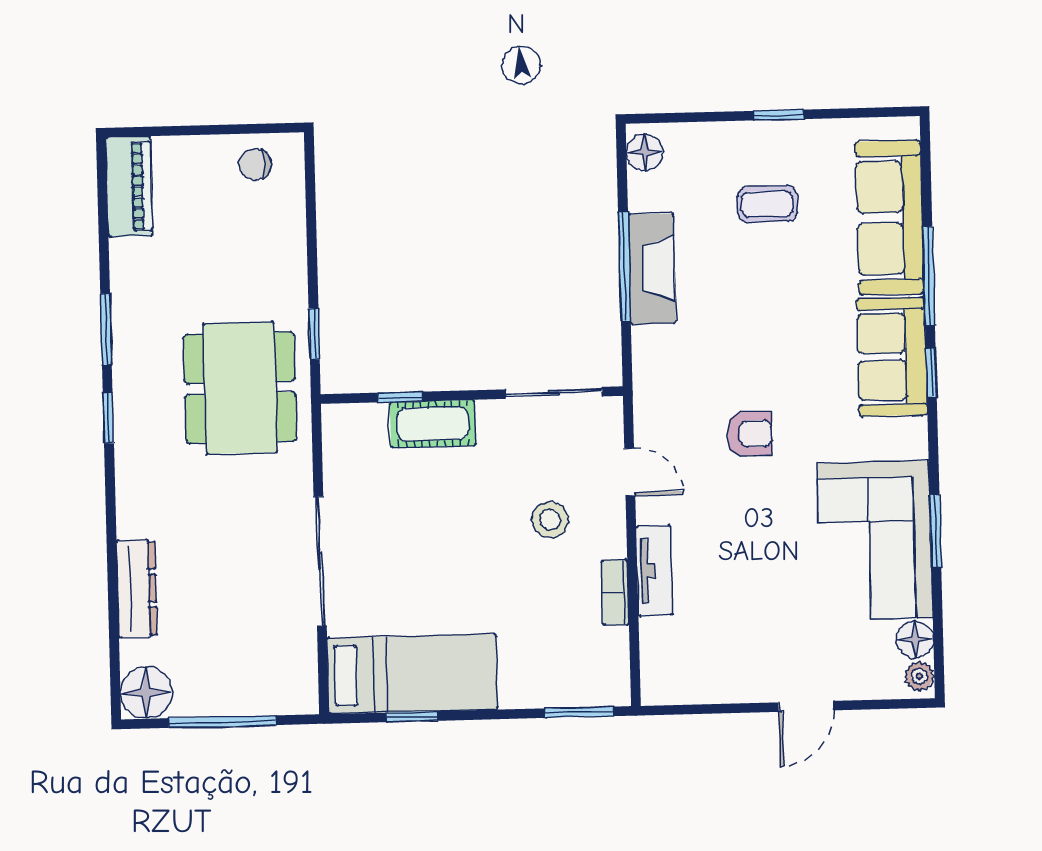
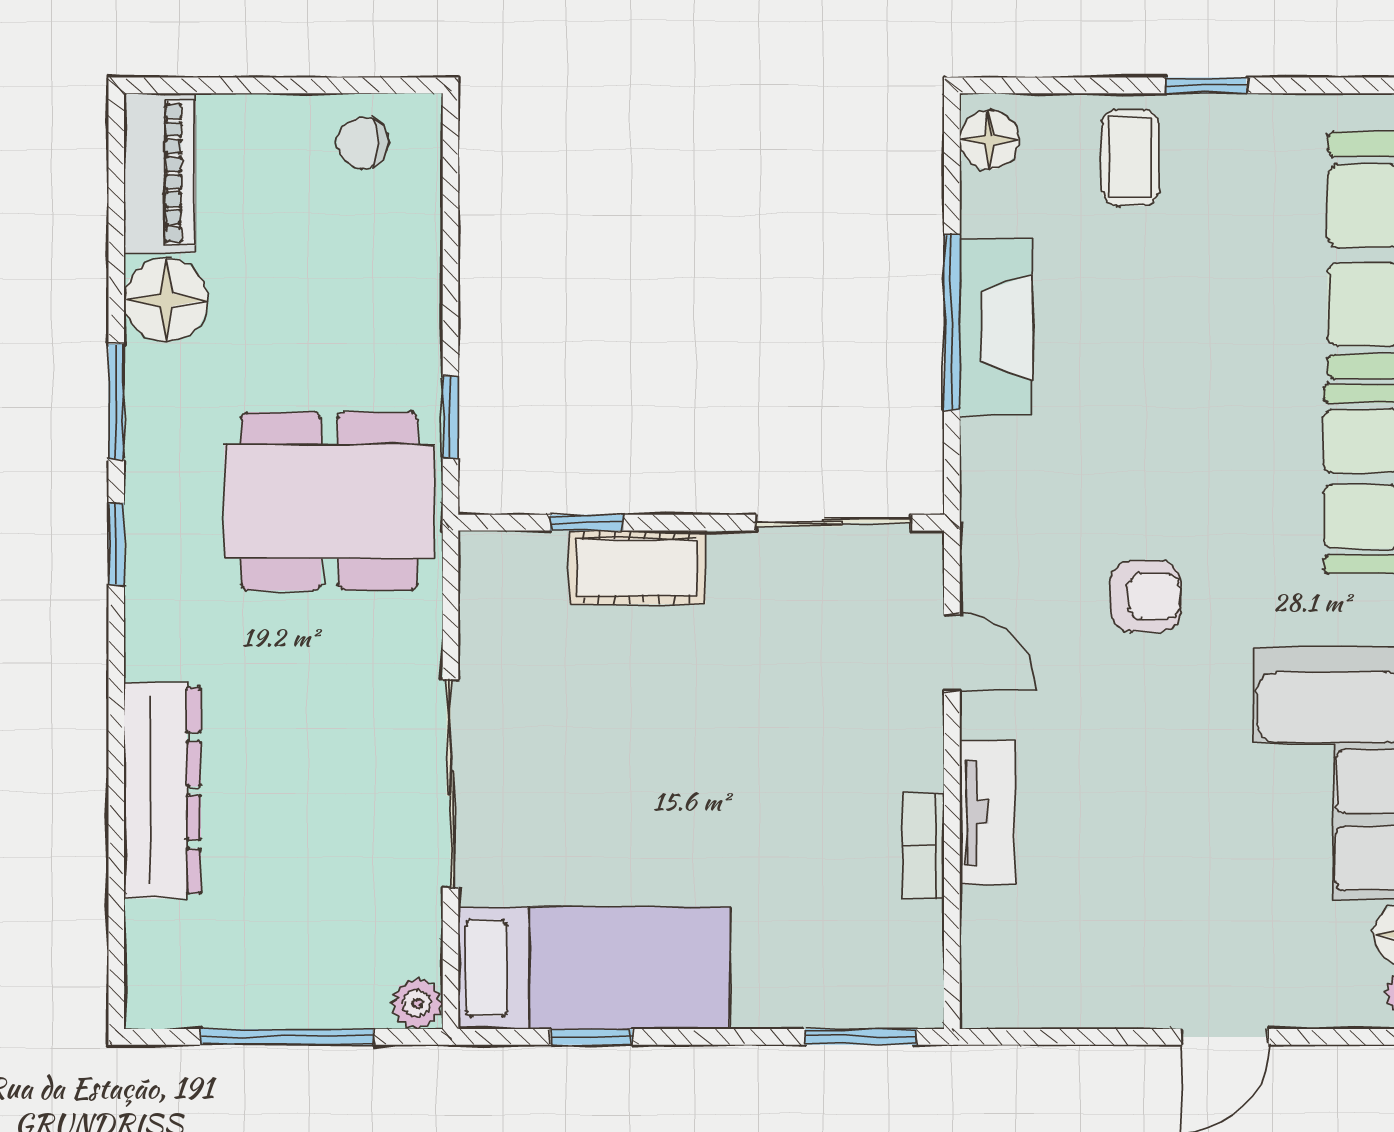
coffee table: (767, 204) -> (1130, 157), moved, turned 90
dining table: (240, 388) -> (329, 501), turned 90
stool: (550, 519) -> (822, 726), removed
dresser: (137, 589) -> (162, 791), width x1.37, depth x1.24
floor lamp: (146, 693) -> (166, 300), moved
plant: (303, 699) -> (417, 1003), added

